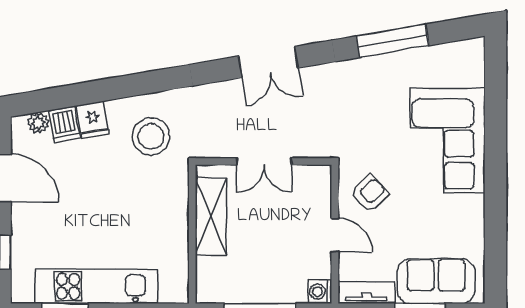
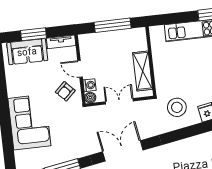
double door: (268, 62) -> (123, 151), width x1.37
boiler: (321, 175) -> (90, 98), added
washing machine: (320, 292) -> (89, 85), moved

